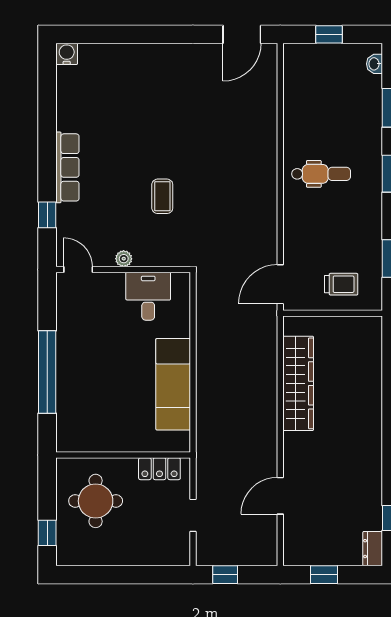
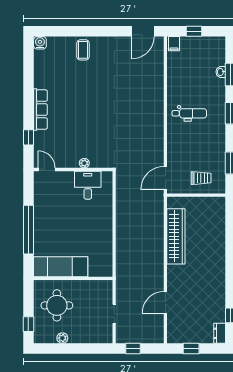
filing cabinet: (295, 55) -> (174, 44), added
washbasin: (374, 64) -> (221, 72), moved
coffee table: (162, 196) -> (83, 50), moved
plant: (124, 259) -> (84, 163), moved
exam couch: (173, 384) -> (61, 267), moved, turned 90
locker: (159, 469) -> (94, 286), removed
plant: (105, 557) -> (62, 338), added

